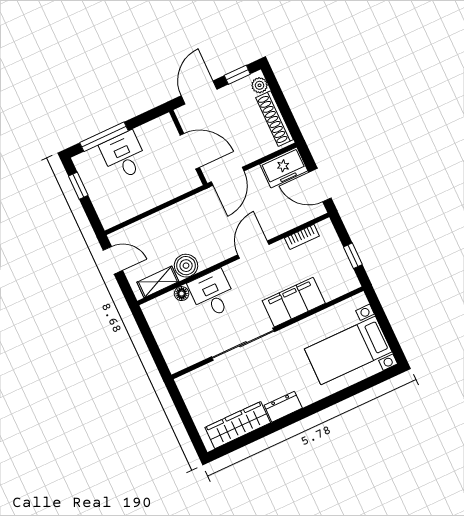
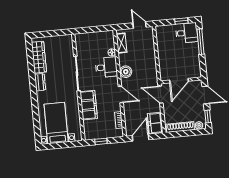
desk: (124, 156) -> (187, 33), moved
door: (113, 260) -> (139, 25), swing flipped
boiler: (186, 266) -> (126, 72), moved

